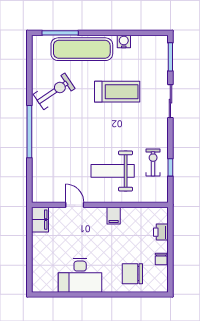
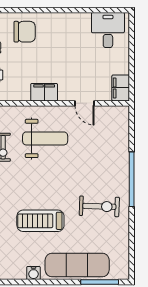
exercise bike: (54, 91) -> (99, 206), moved, turned -144
filing cabinet: (114, 216) -> (44, 92), width x2.00
desk: (80, 275) -> (108, 30), moved, width x0.73

